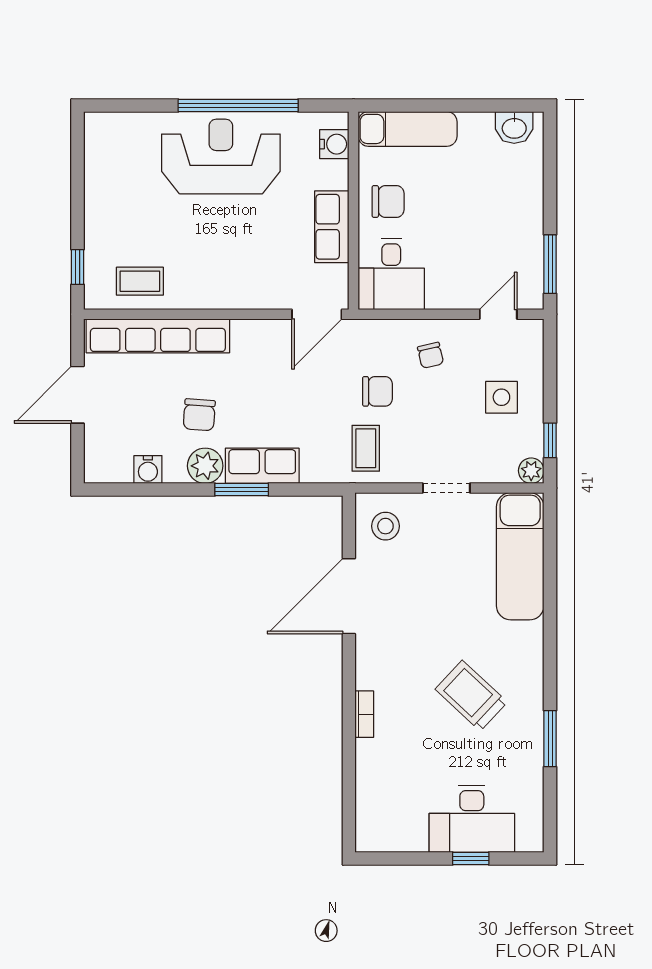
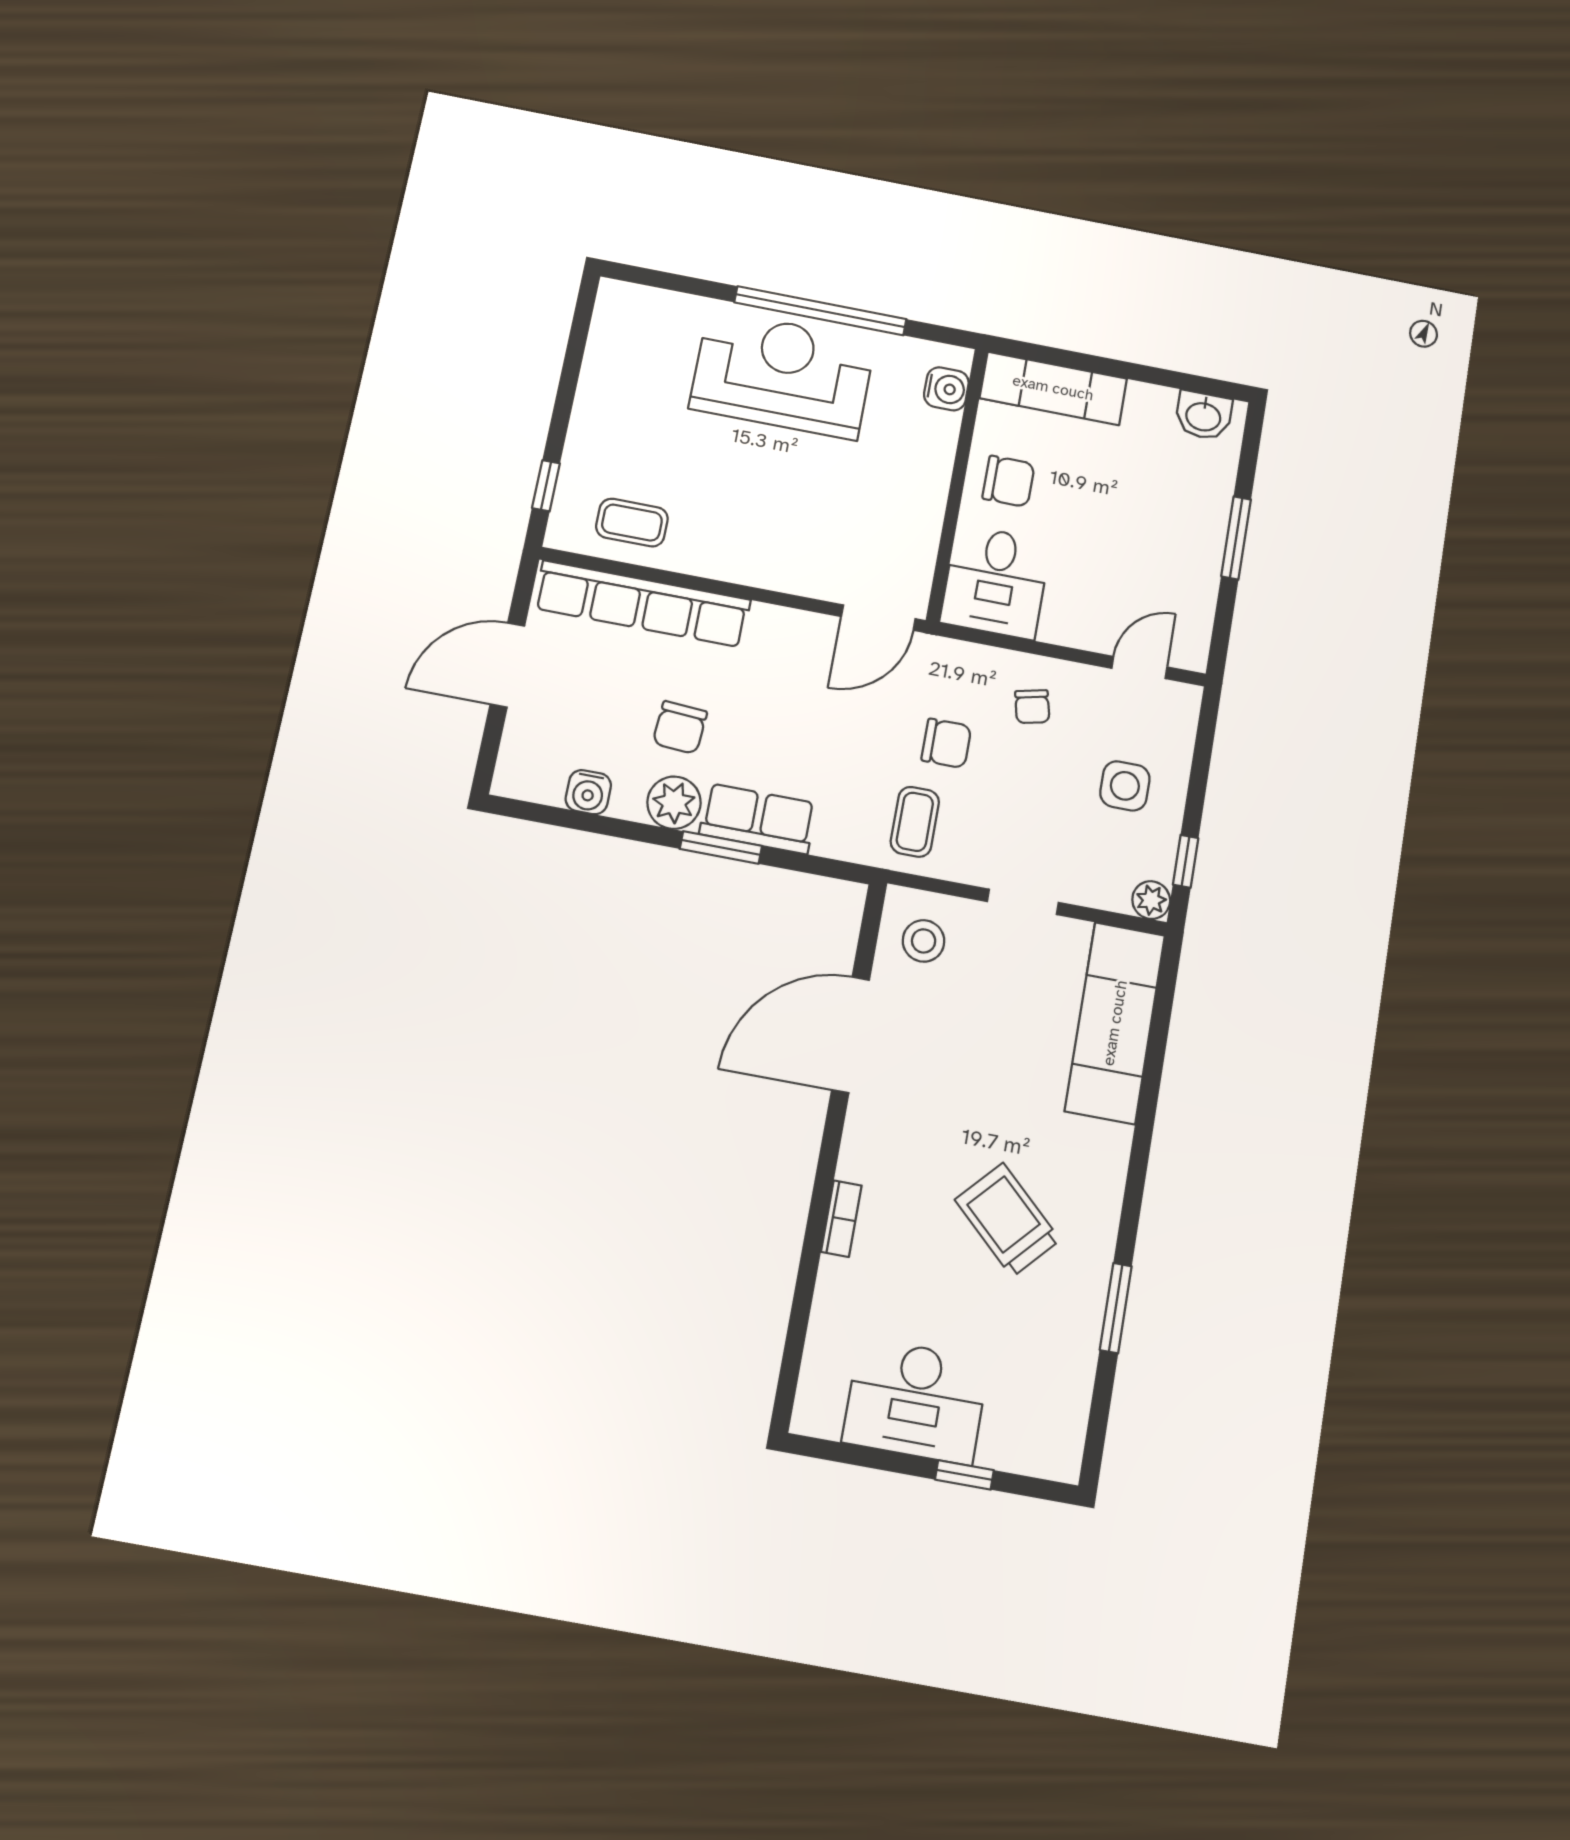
row of seats: (332, 227) -> (922, 500), removed
window: (550, 264) -> (1236, 538), moved
desk: (472, 819) -> (916, 1401), moved

